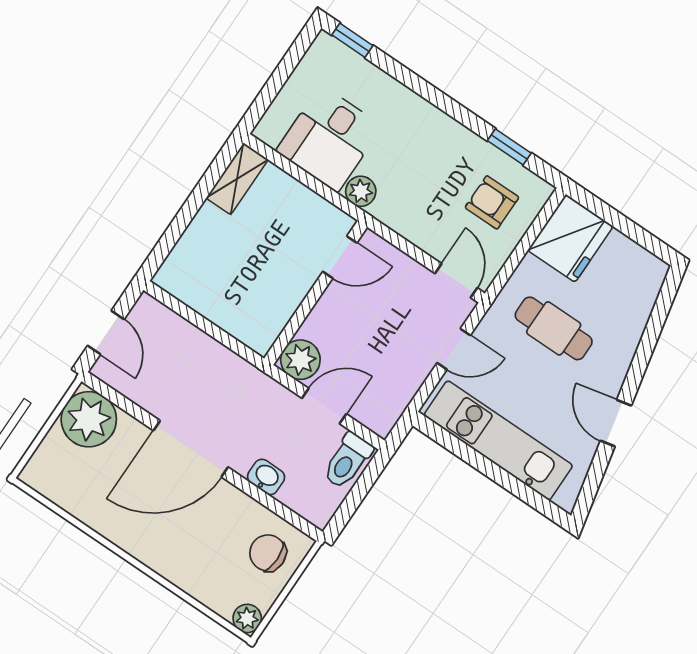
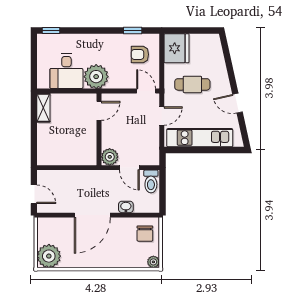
plant: (361, 191) -> (96, 77), width x1.88, depth x1.88
door: (324, 406) -> (129, 168), swing flipped
plant: (89, 419) -> (49, 256), moved
chair: (268, 553) -> (145, 234), turned -90

